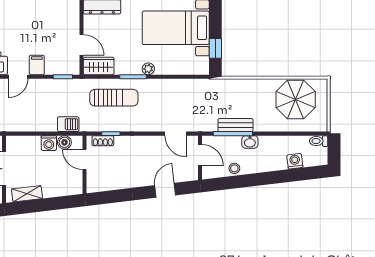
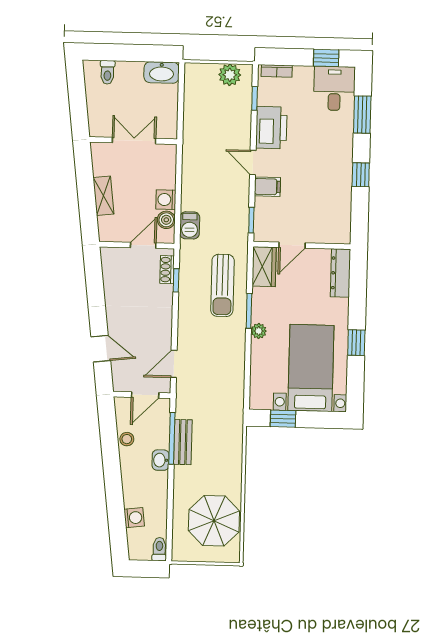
shelving: (27, 194) -> (103, 196), moved

